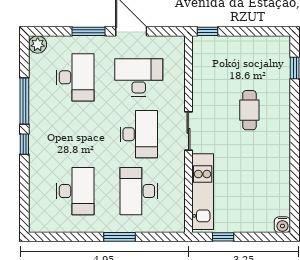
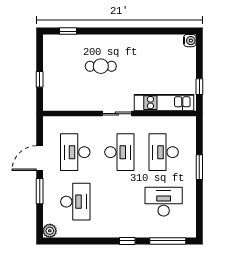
window: (208, 31) -> (40, 79), moved
desk: (75, 77) -> (75, 202), turned 90
window: (24, 101) -> (168, 241), moved
desk: (139, 134) -> (119, 152), turned 90
desk: (139, 191) -> (164, 152), turned 90

